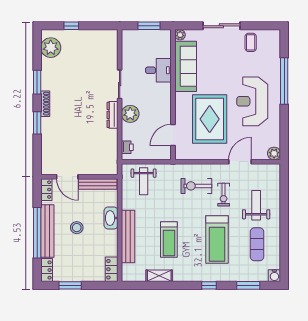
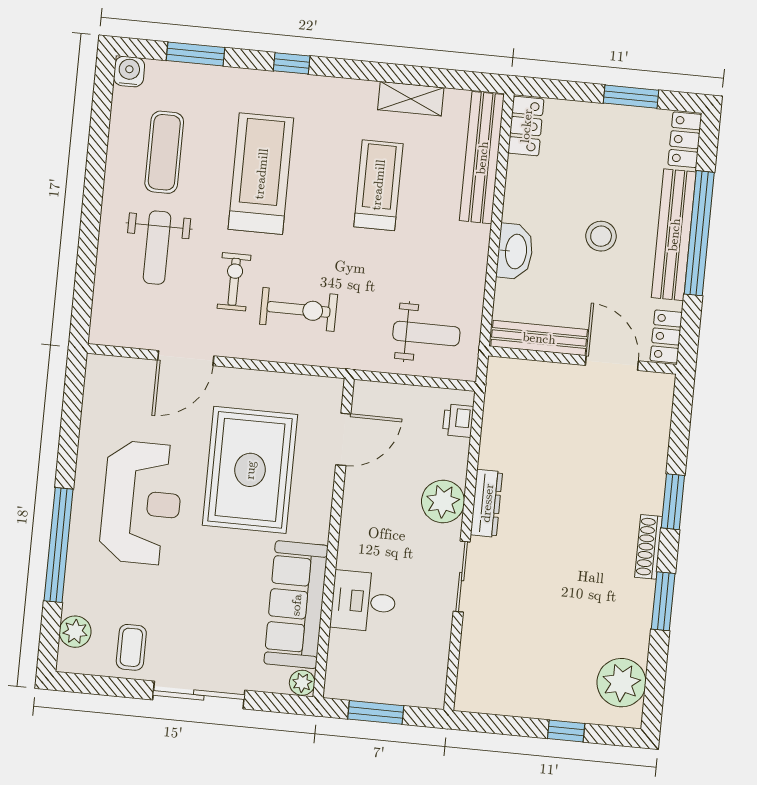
plant: (274, 153) -> (75, 632), moved
weight bench: (144, 181) -> (426, 334), turned 90
bench: (128, 236) -> (482, 158), moved

